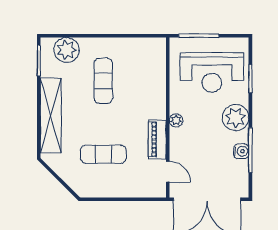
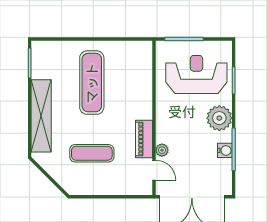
plant: (66, 50) -> (56, 53), removed
reception desk: (212, 72) -> (196, 74), turned 180
exercise mat: (103, 81) -> (92, 83), width x1.36, depth x1.45
plant: (176, 120) -> (162, 150), moved

